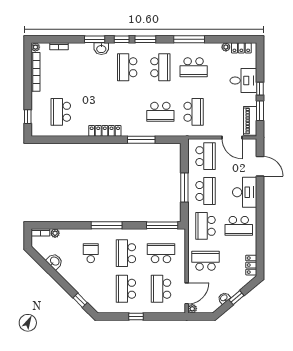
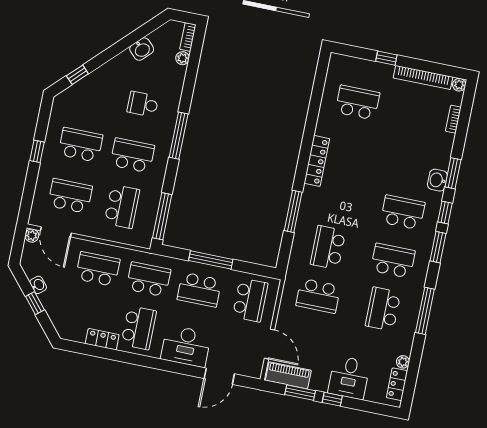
school desk: (160, 67) -> (393, 261), turned 180
window: (28, 117) -> (386, 58), moved
door: (232, 137) -> (270, 344), swing flipped
school desk: (206, 156) -> (250, 300), turned -90
school desk: (239, 226) -> (139, 328), turned 180
school desk: (91, 253) -> (143, 104), turned 180
school desk: (206, 261) -> (98, 269), turned -90
locker: (251, 265) -> (102, 339), moved

